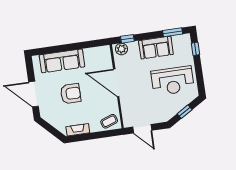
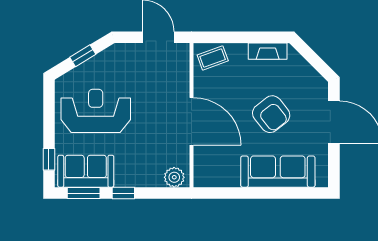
window: (127, 39) -> (123, 193), moved
sofa: (156, 48) -> (86, 171), moved
armchair: (71, 94) -> (271, 114), turned -128

